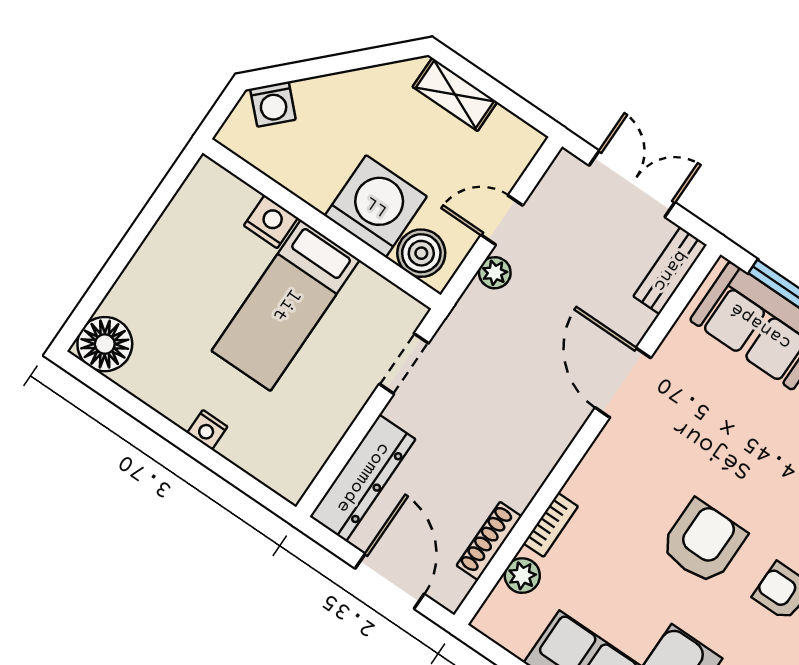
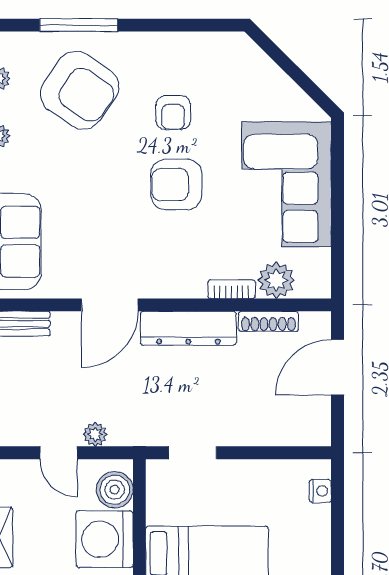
nightstand: (207, 430) -> (320, 491), moved
dresser: (363, 478) -> (188, 328), moved, turned 180
plant: (522, 576) -> (276, 280), width x1.38, depth x1.38

